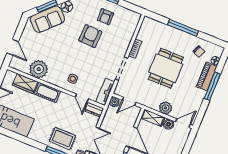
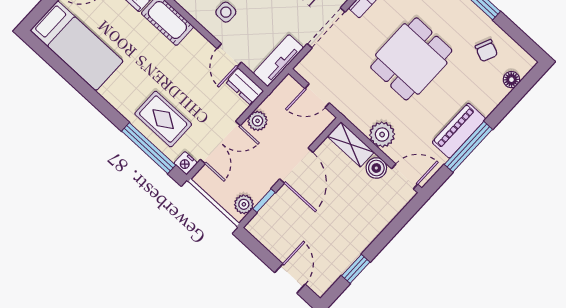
piano: (207, 77) -> (459, 131), moved
window: (212, 86) -> (468, 147), moved
plant: (115, 102) -> (258, 121), moved

